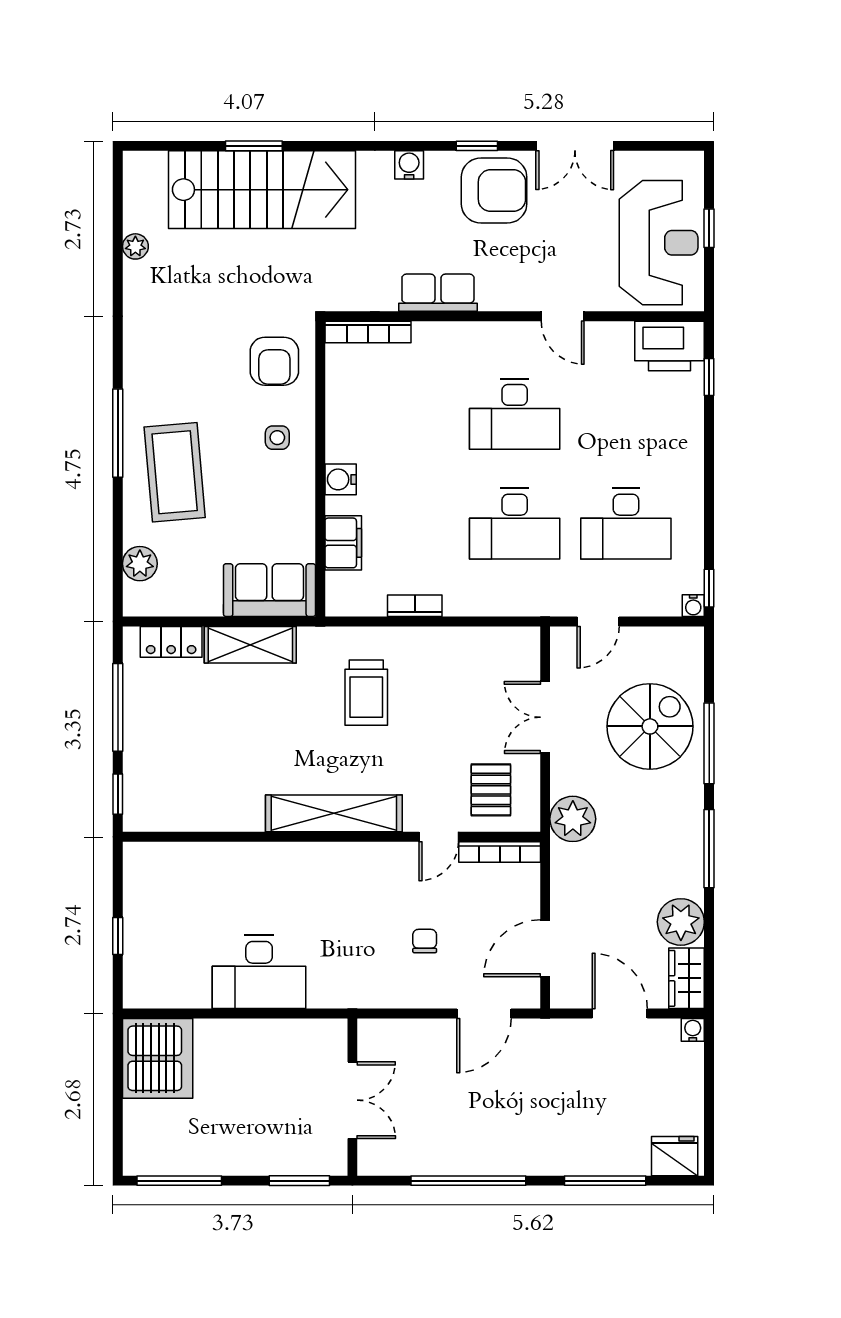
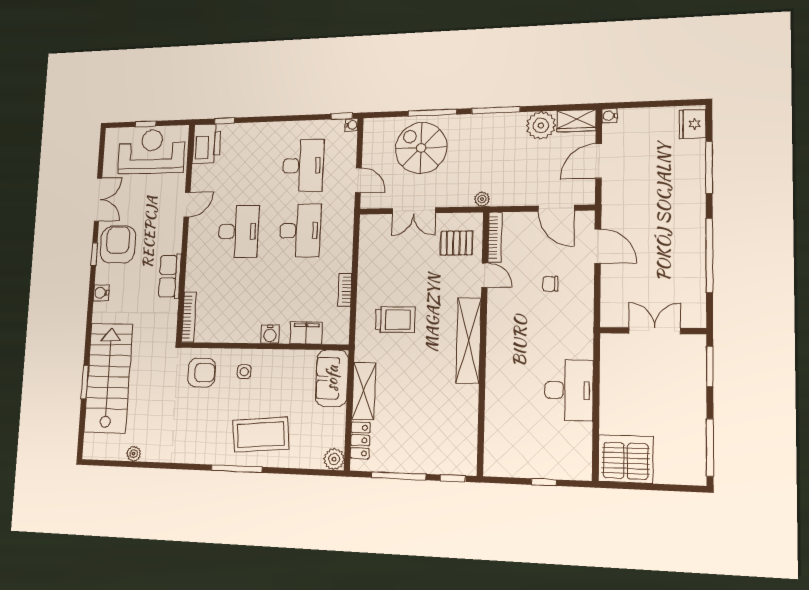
plant: (140, 564) -> (334, 459), moved
plant: (573, 819) -> (482, 199), width x0.53, depth x0.53

